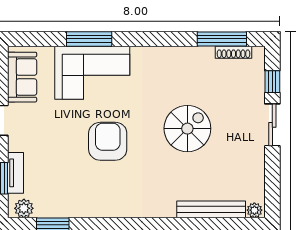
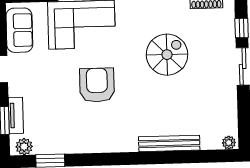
spiral stairs: (187, 129) -> (167, 55), moved
bench: (211, 209) -> (169, 143), moved

